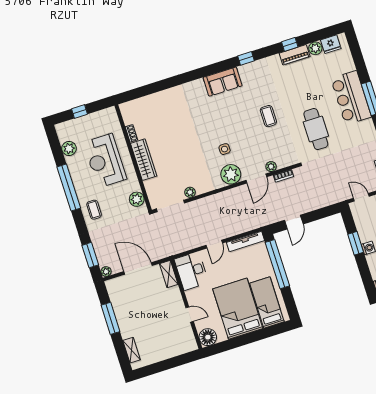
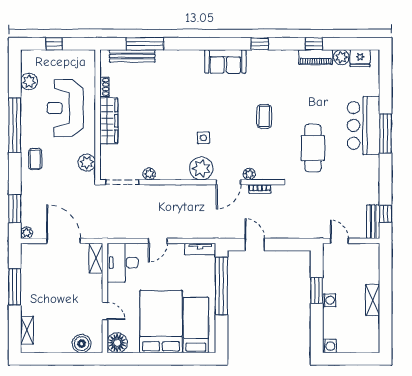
window: (153, 88) -> (145, 44), added
bench: (146, 101) -> (132, 56), added
door: (294, 222) -> (255, 244), swing flipped
tv unit: (245, 241) -> (200, 249), width x0.71
boiler: (179, 347) -> (82, 344), added

